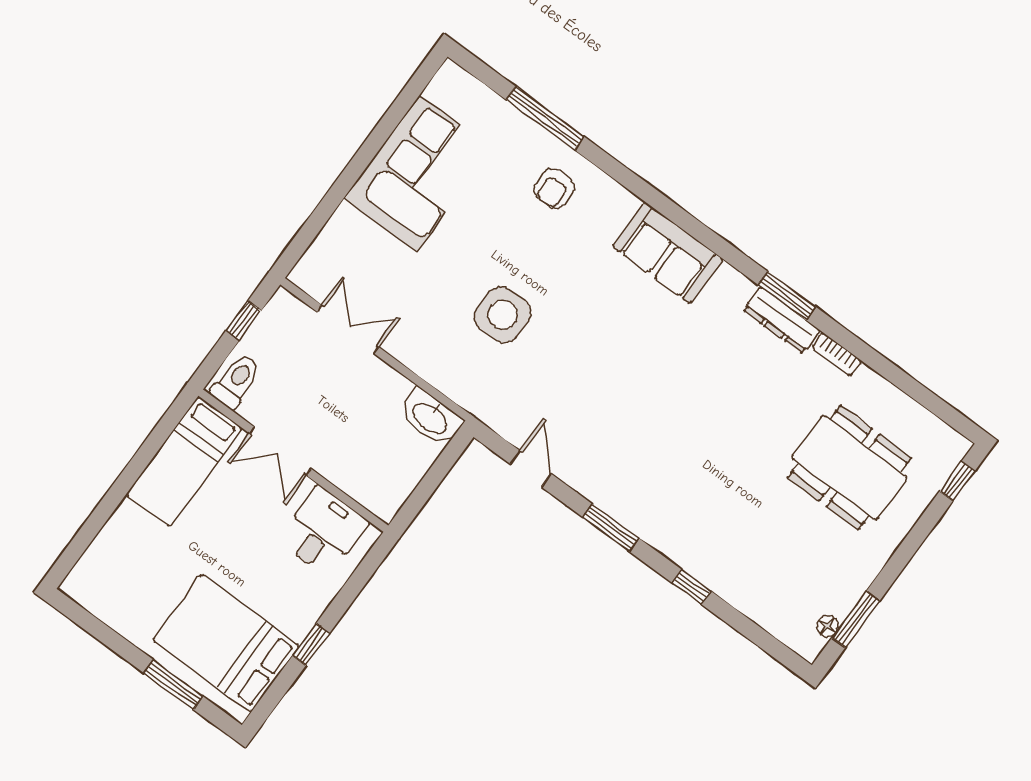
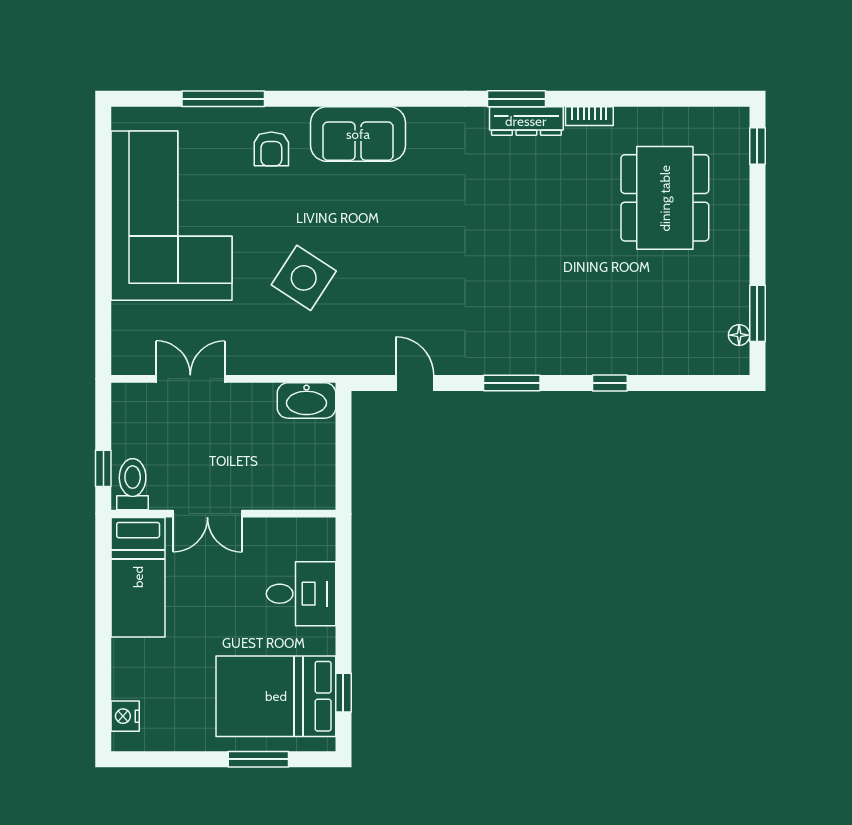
corner sofa: (418, 173) -> (171, 216), width x1.36, depth x1.36
sofa: (668, 253) -> (358, 134), moved
side table: (503, 315) -> (304, 278), turned 33
window: (243, 321) -> (103, 468), moved
dining table: (849, 468) -> (665, 198), turned 90
desk: (323, 531) -> (301, 594), moved, turned 90
nightstand: (89, 568) -> (125, 716), added
window: (311, 644) -> (343, 693), moved

